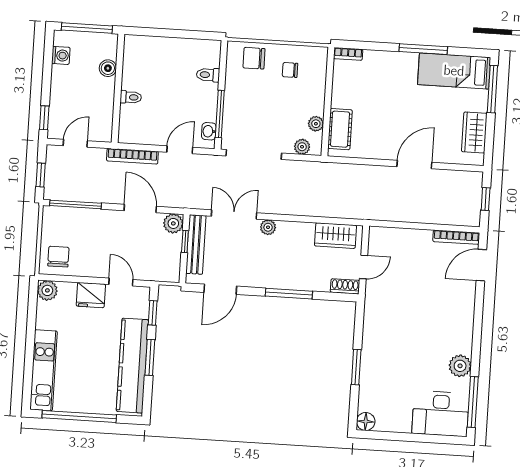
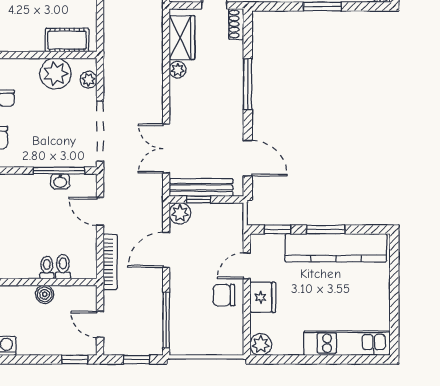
boiler: (108, 68) -> (45, 294), moved
toilet: (208, 75) -> (63, 267), moved, turned 180
plant: (316, 124) -> (56, 74), width x1.88, depth x1.88
washbasin: (209, 131) -> (60, 181), moved
plant: (268, 227) -> (178, 70), moved
chair: (58, 257) -> (224, 295), moved
window: (79, 416) -> (394, 302), removed

